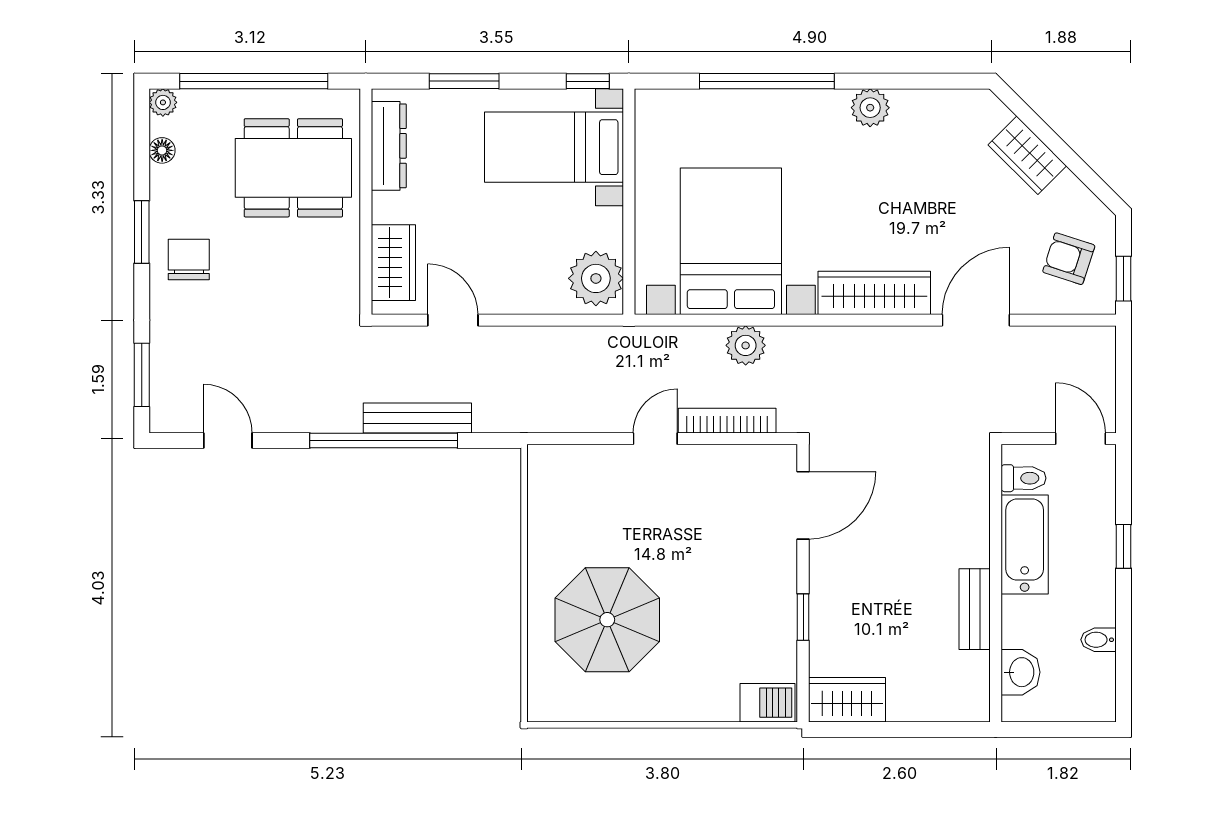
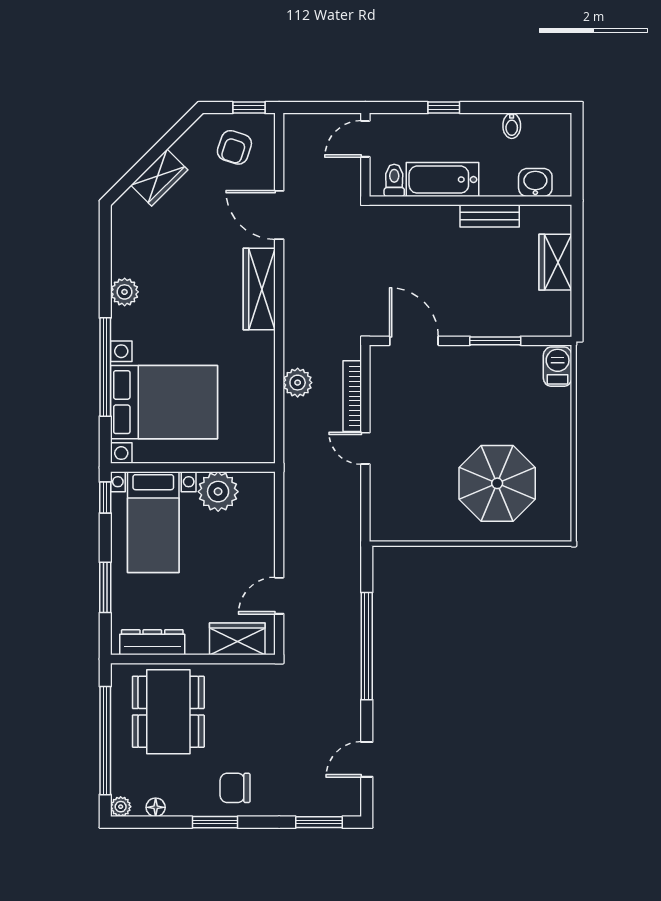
bed with nightstands: (731, 241) -> (164, 402), moved, turned 180
plant: (596, 278) -> (218, 492), moved
bench: (417, 418) -> (350, 621), removed
window: (803, 617) -> (495, 341), width x1.50
wardrobe: (847, 700) -> (555, 262), moved

